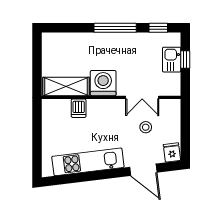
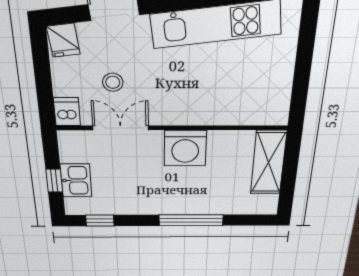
window: (115, 28) -> (191, 220), moved
shelving: (66, 86) -> (268, 163), moved, turned 90
dishwasher: (79, 108) -> (67, 112), moved

